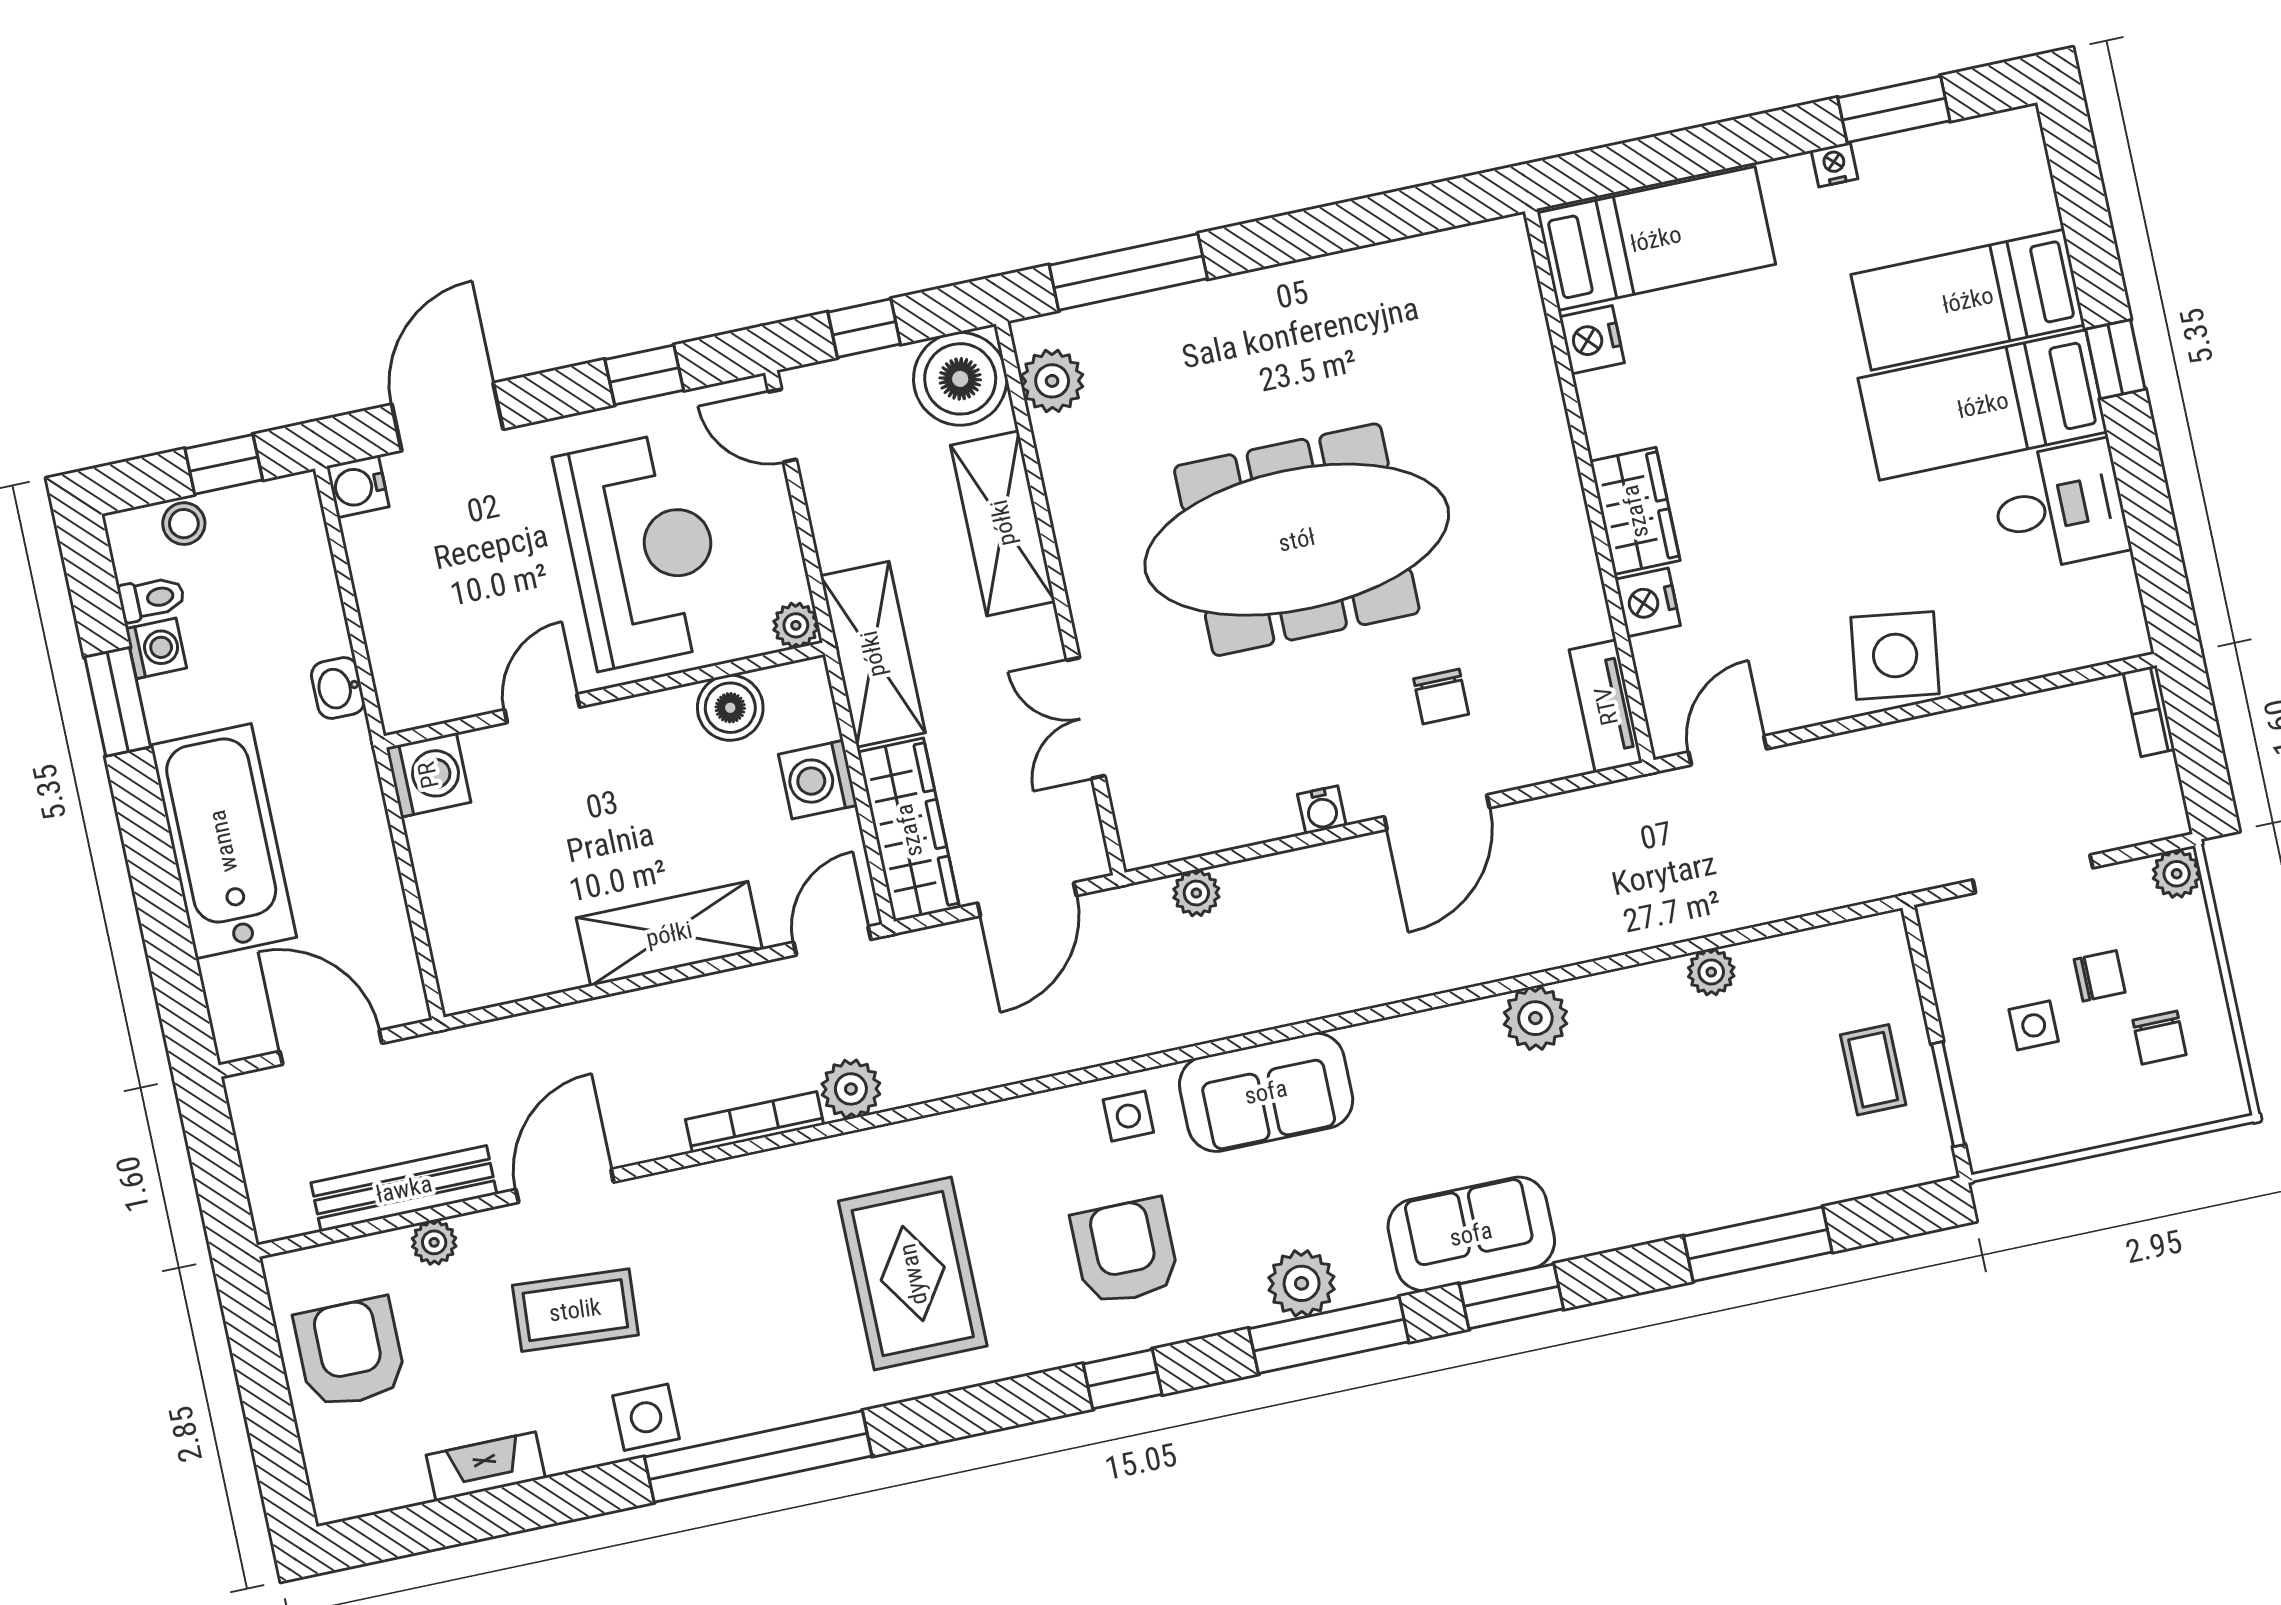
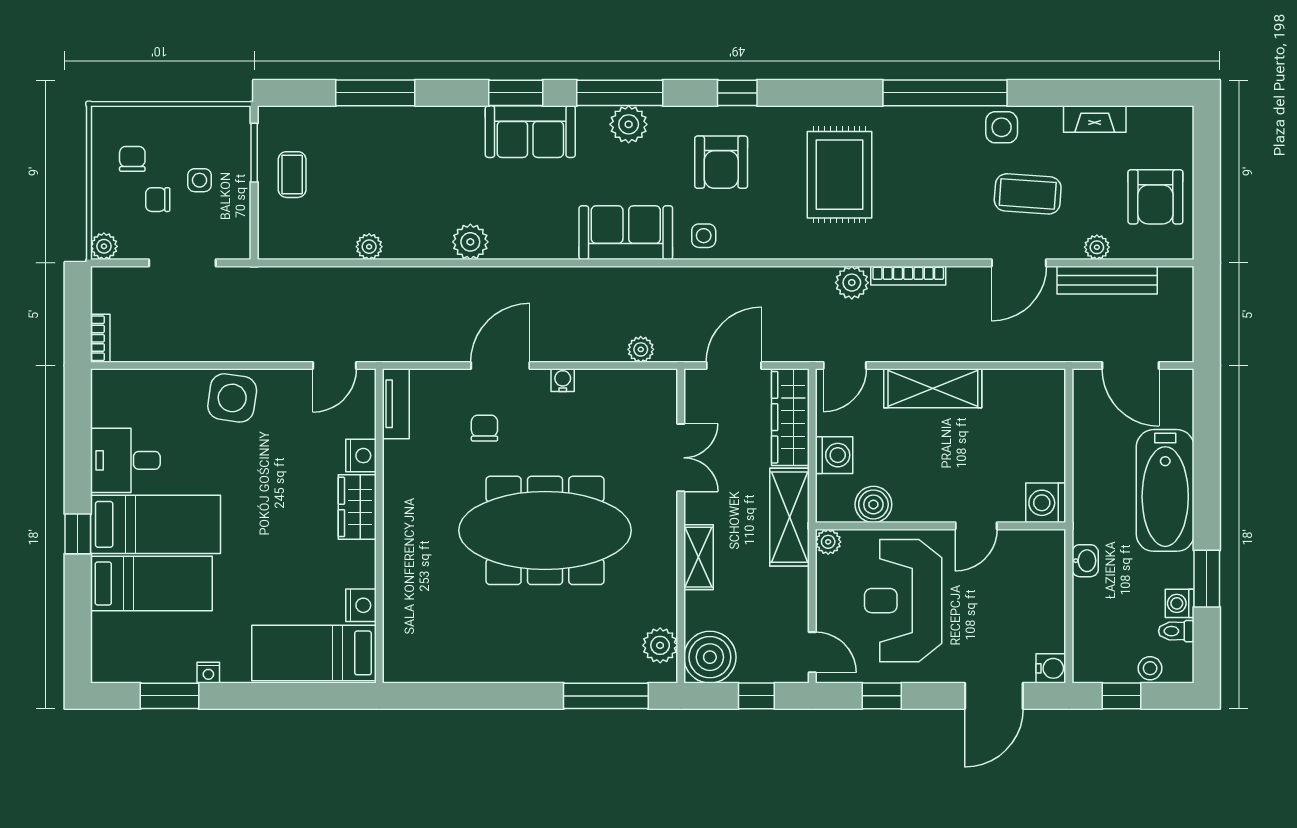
shelving: (1003, 523) -> (699, 557), width x0.67, depth x0.75

